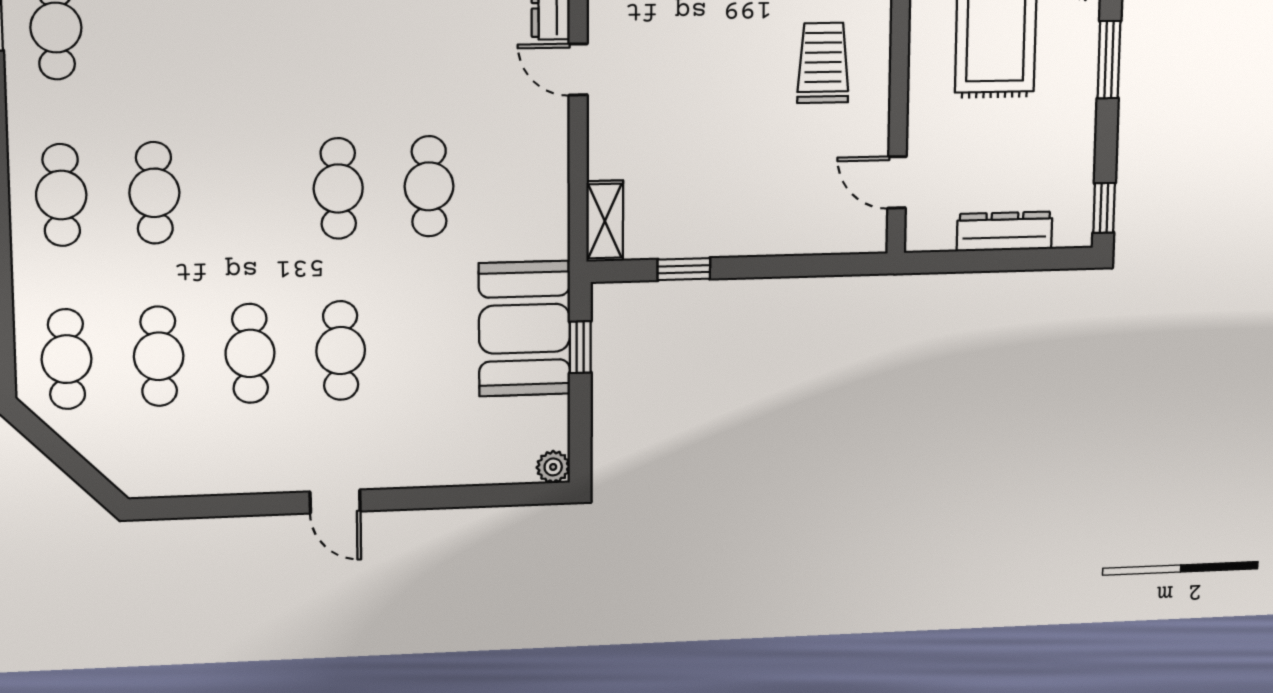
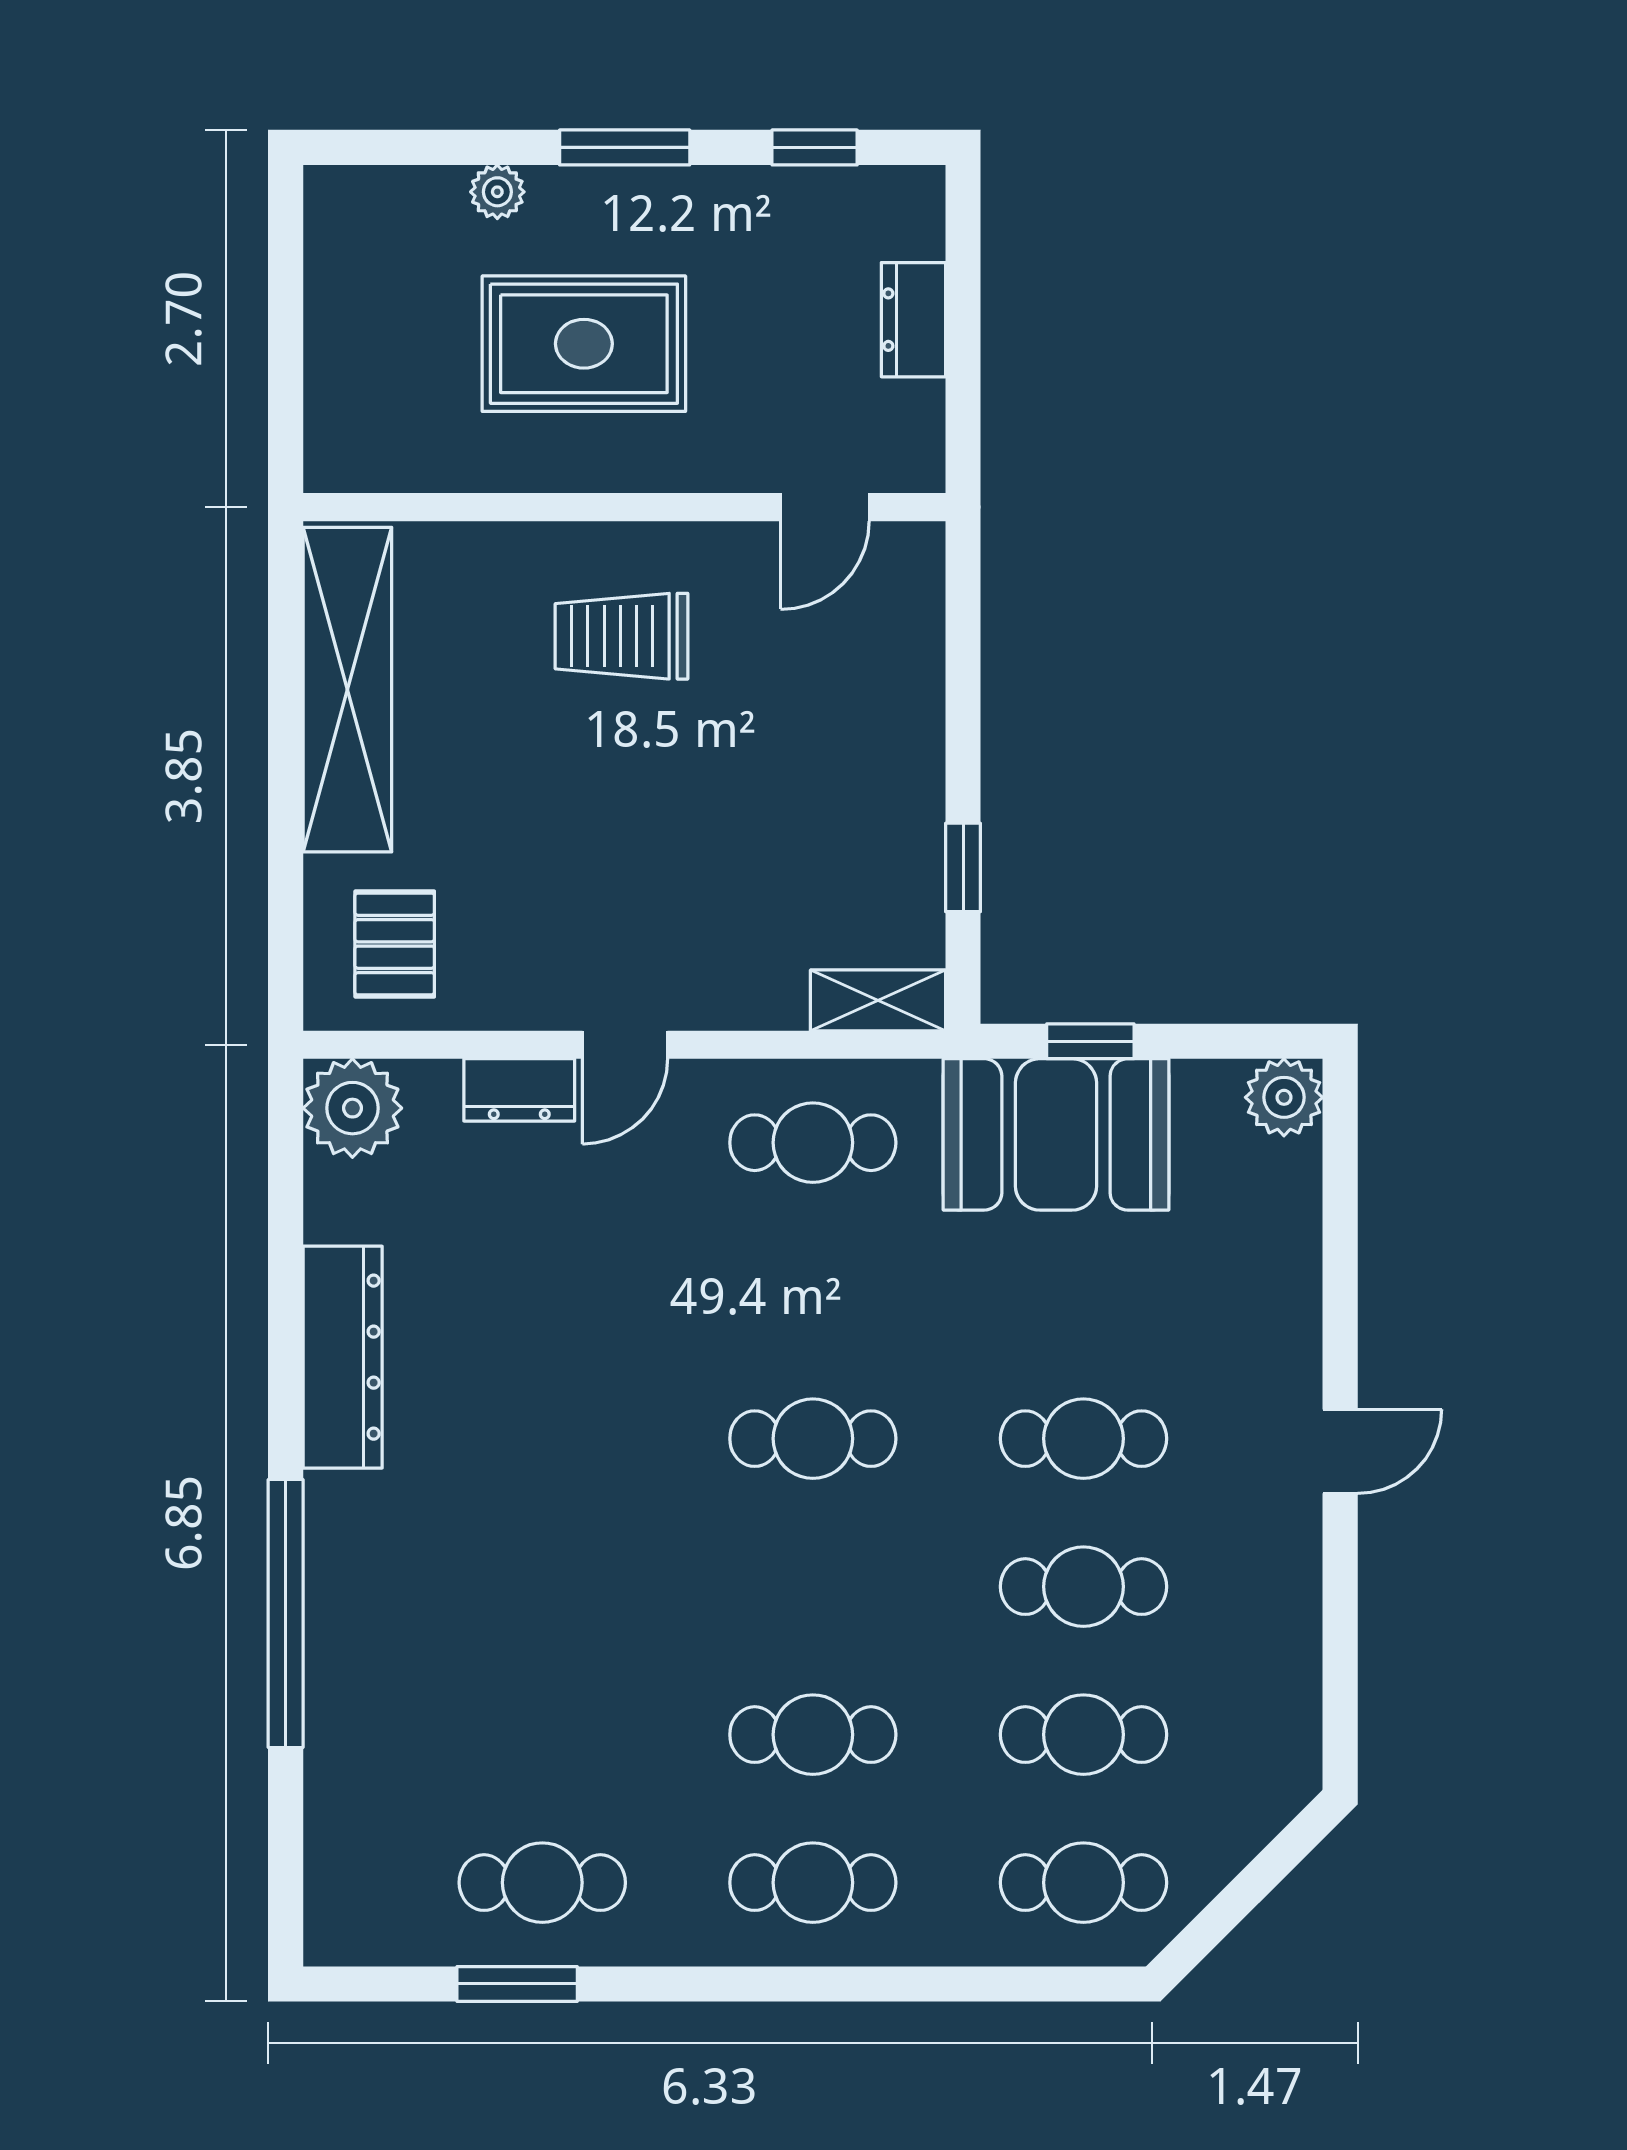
cafe table: (429, 186) -> (813, 1143), moved
window: (1104, 208) -> (815, 147), moved
dresser: (1005, 231) -> (913, 320), width x0.70
plant: (553, 467) -> (1284, 1097), width x1.38, depth x1.38

